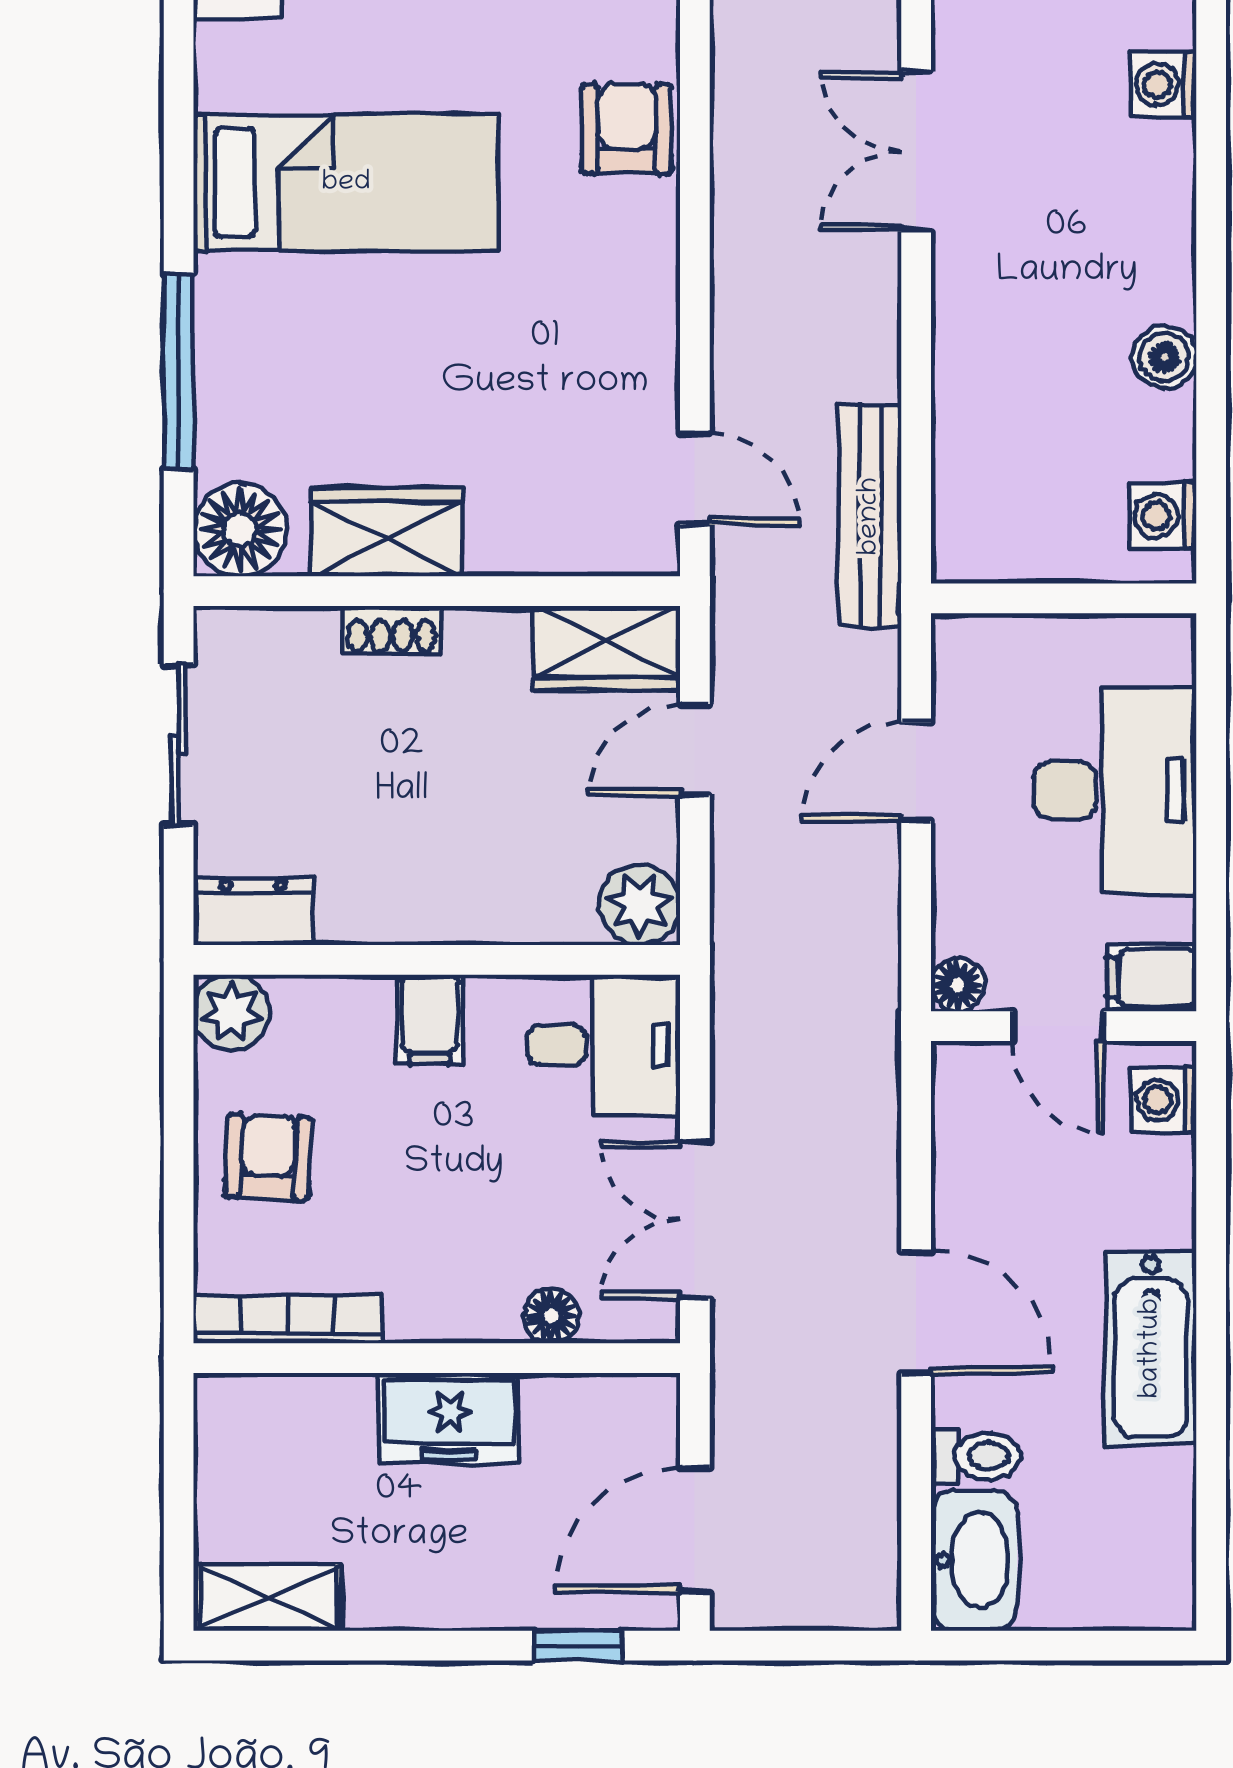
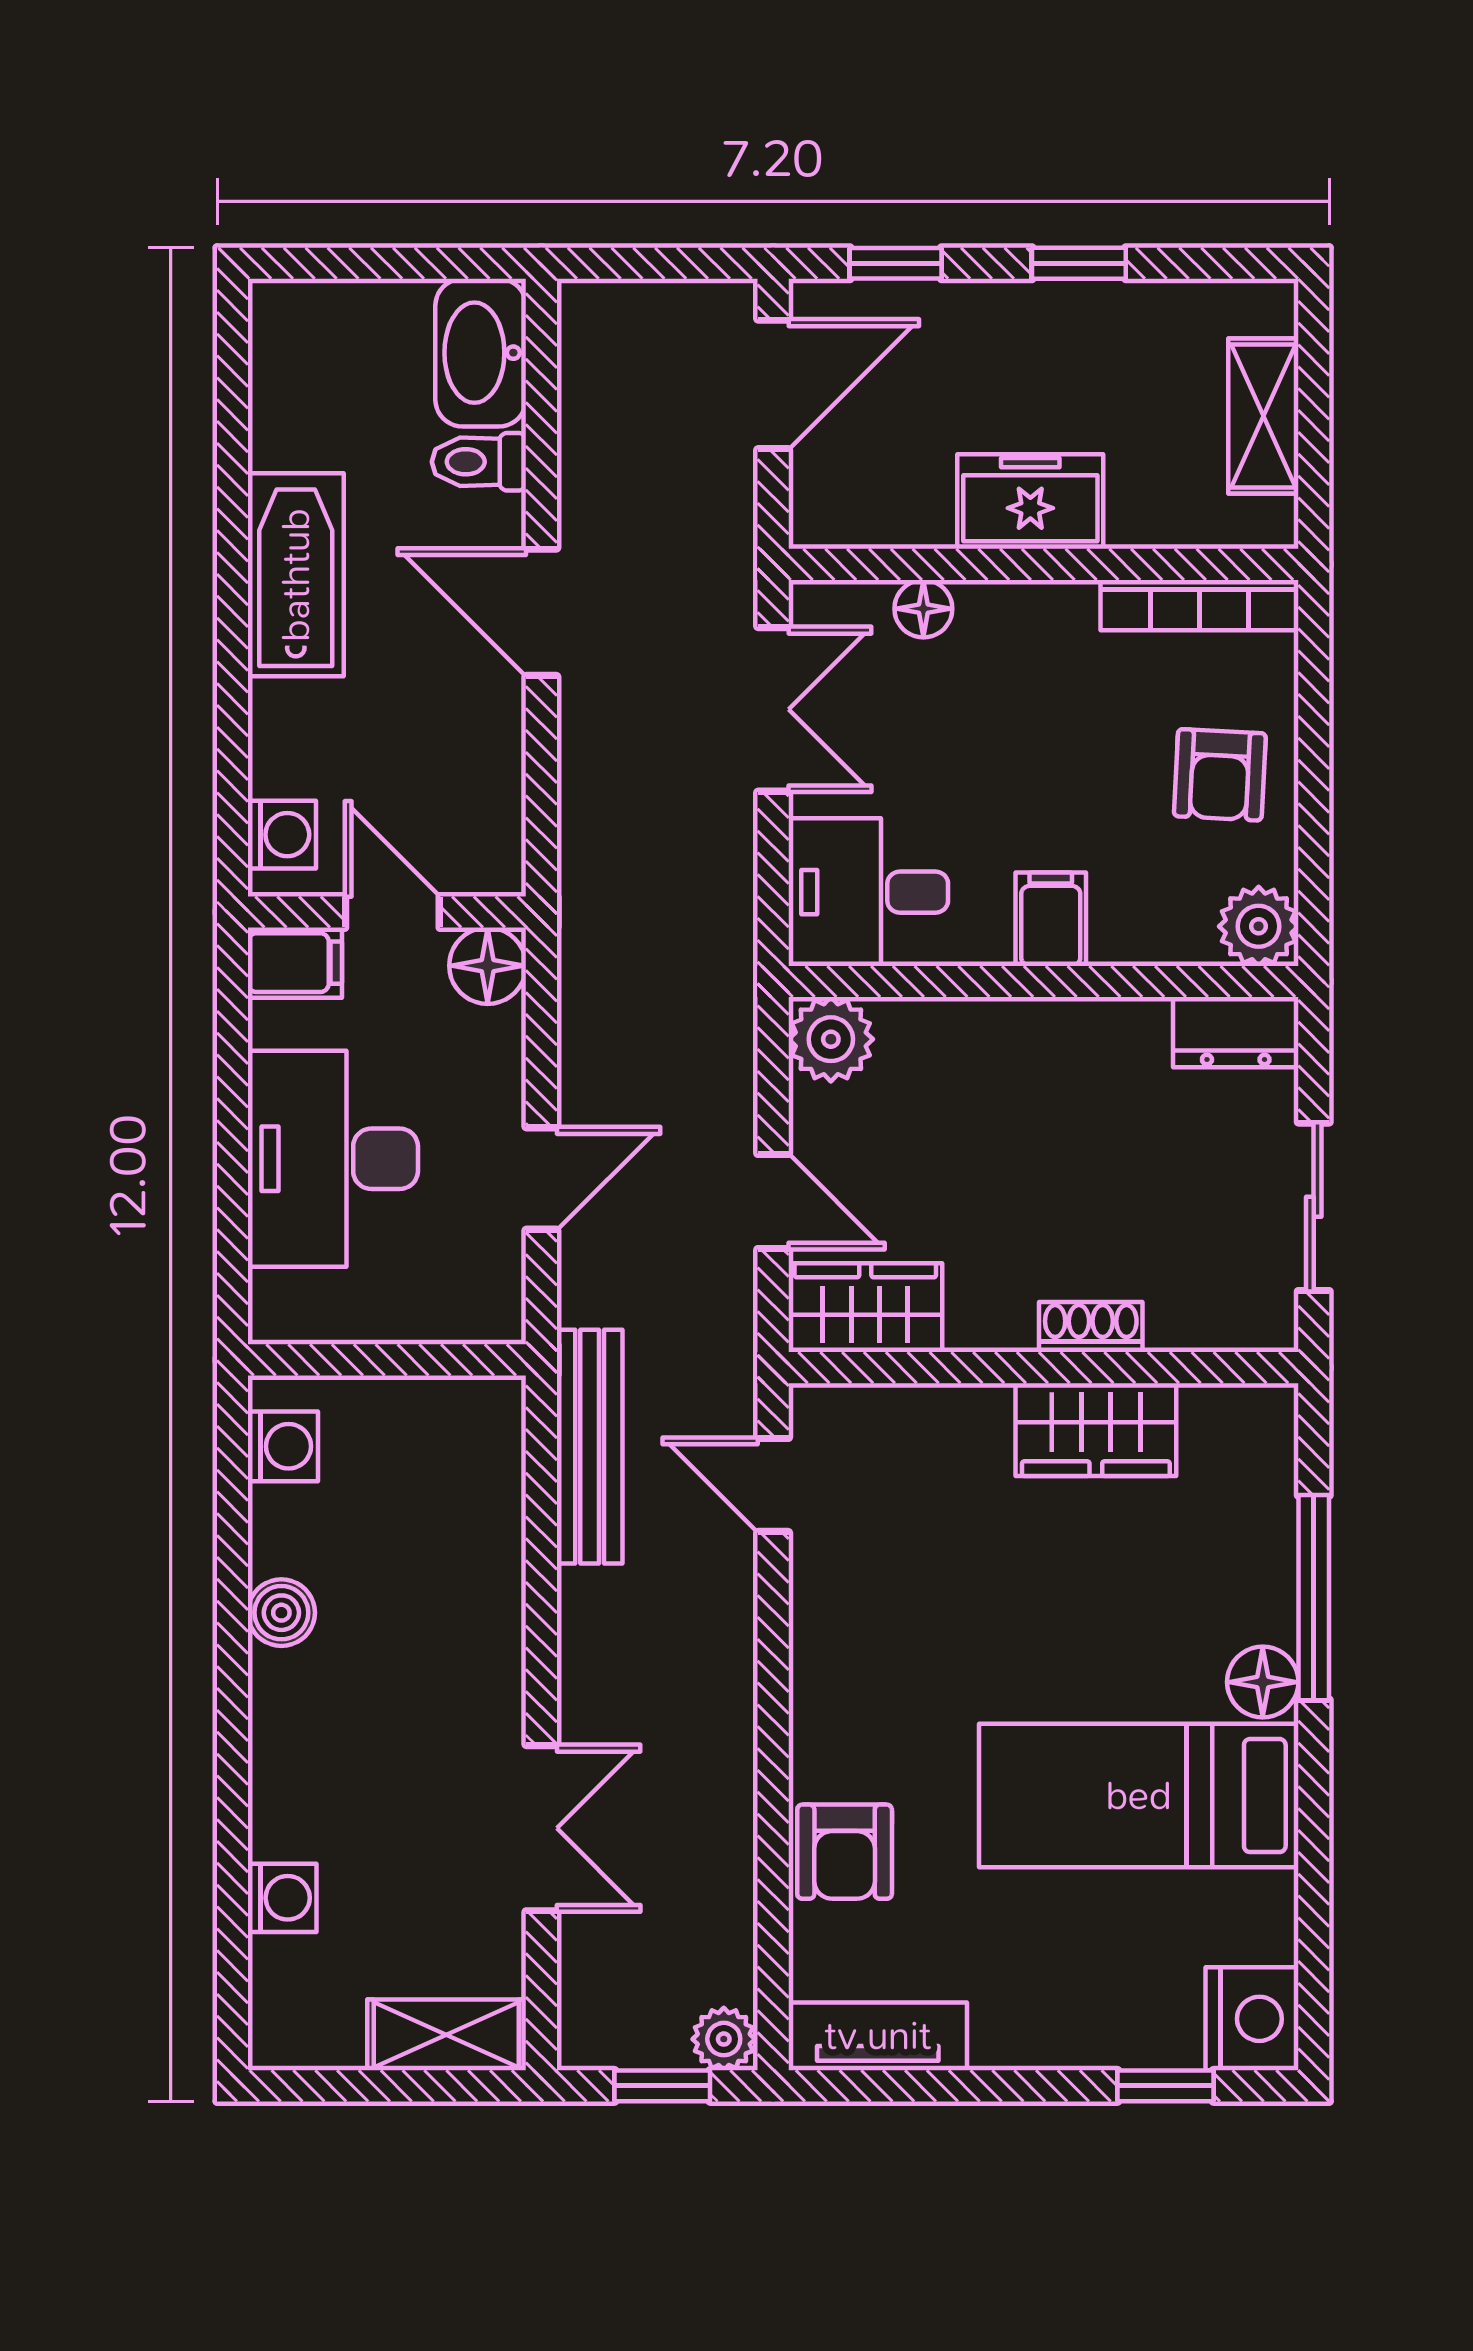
floor lamp: (240, 530) -> (1263, 1682), moved, width x0.73, depth x0.73
door: (695, 750) -> (773, 1201), hinge flipped
floor lamp: (958, 985) -> (488, 966), width x1.37, depth x1.37
shelving: (268, 1598) -> (1263, 416), moved, turned 90
window: (403, 1646) -> (1079, 263), added

